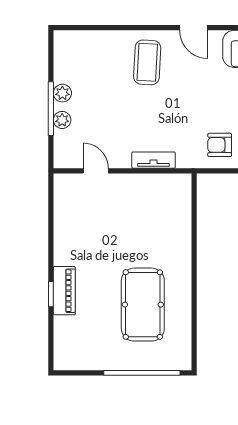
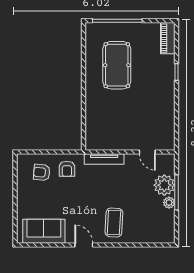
plant: (62, 120) -> (164, 185), width x1.87, depth x1.87
armchair: (220, 145) -> (67, 169), turned 90
tv unit: (153, 160) -> (104, 159), width x1.41
piano: (64, 291) -> (168, 38), moved

